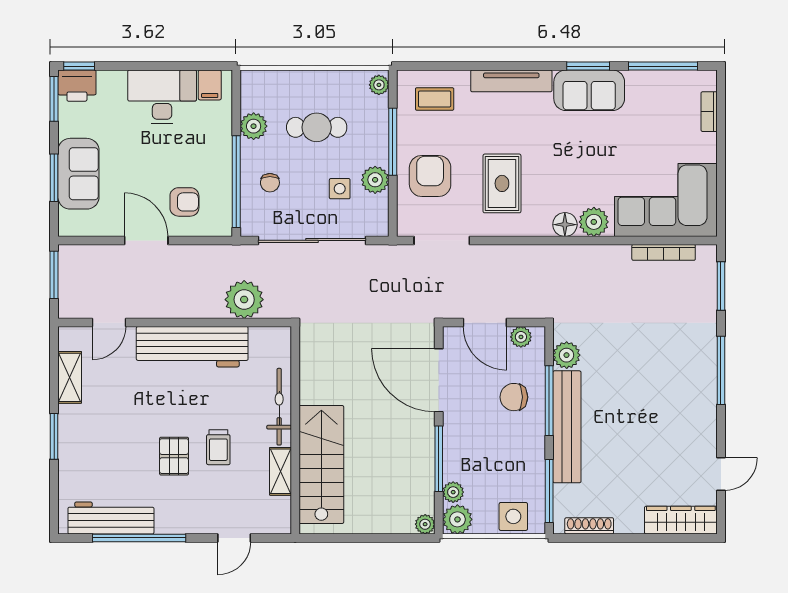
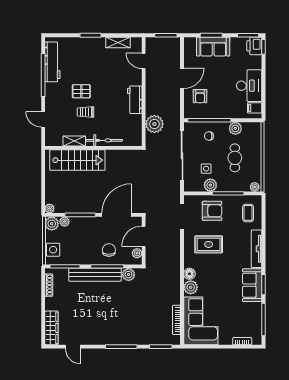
workbench: (192, 347) -> (135, 100), width x0.53, depth x0.76

